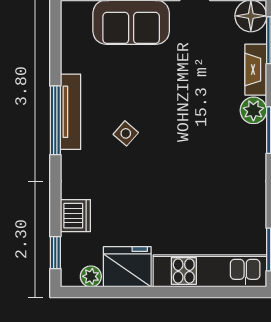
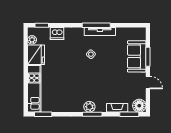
plant: (253, 110) -> (89, 107), moved

